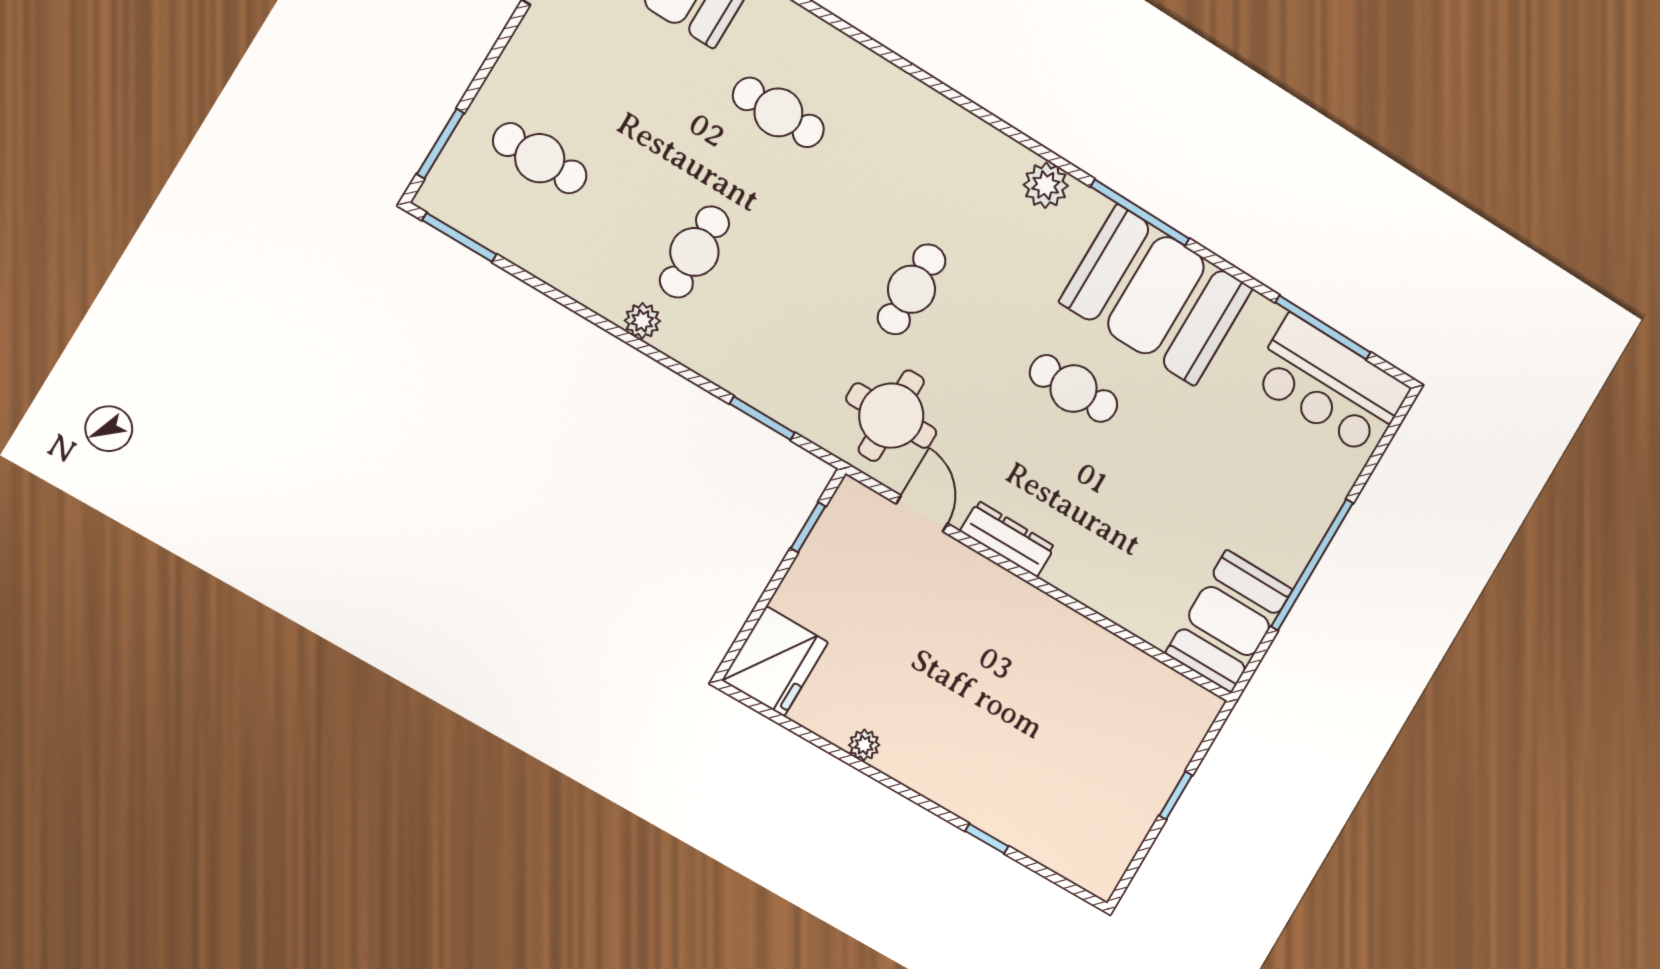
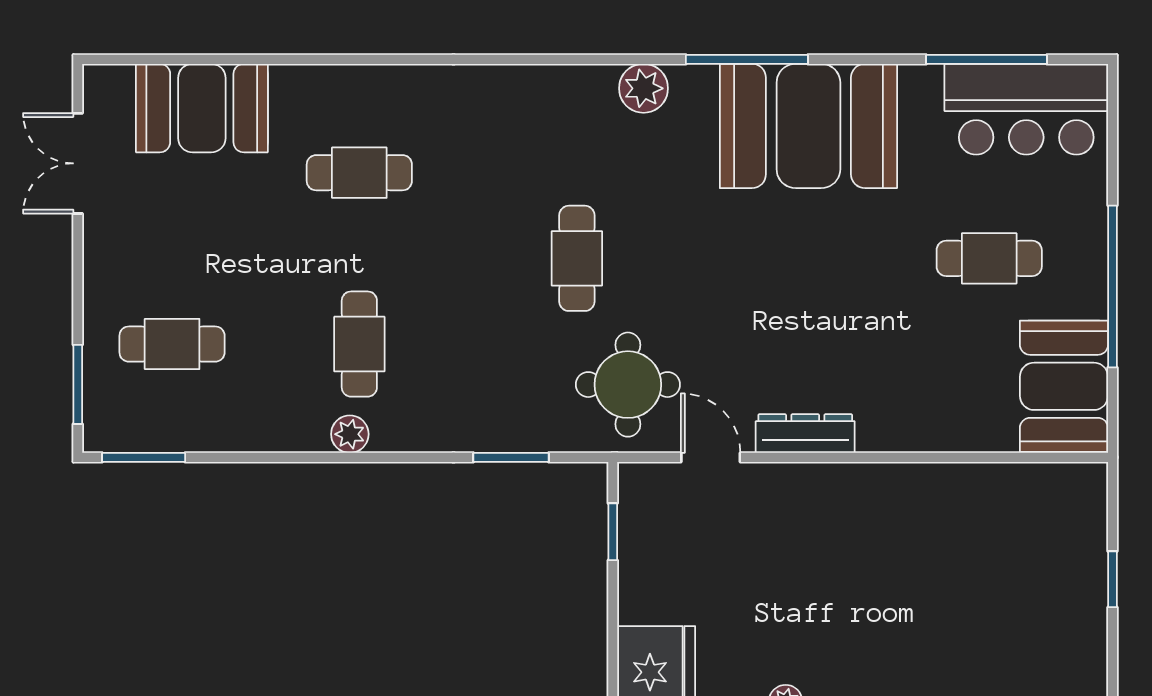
cafe table: (1074, 389) -> (989, 258), moved

